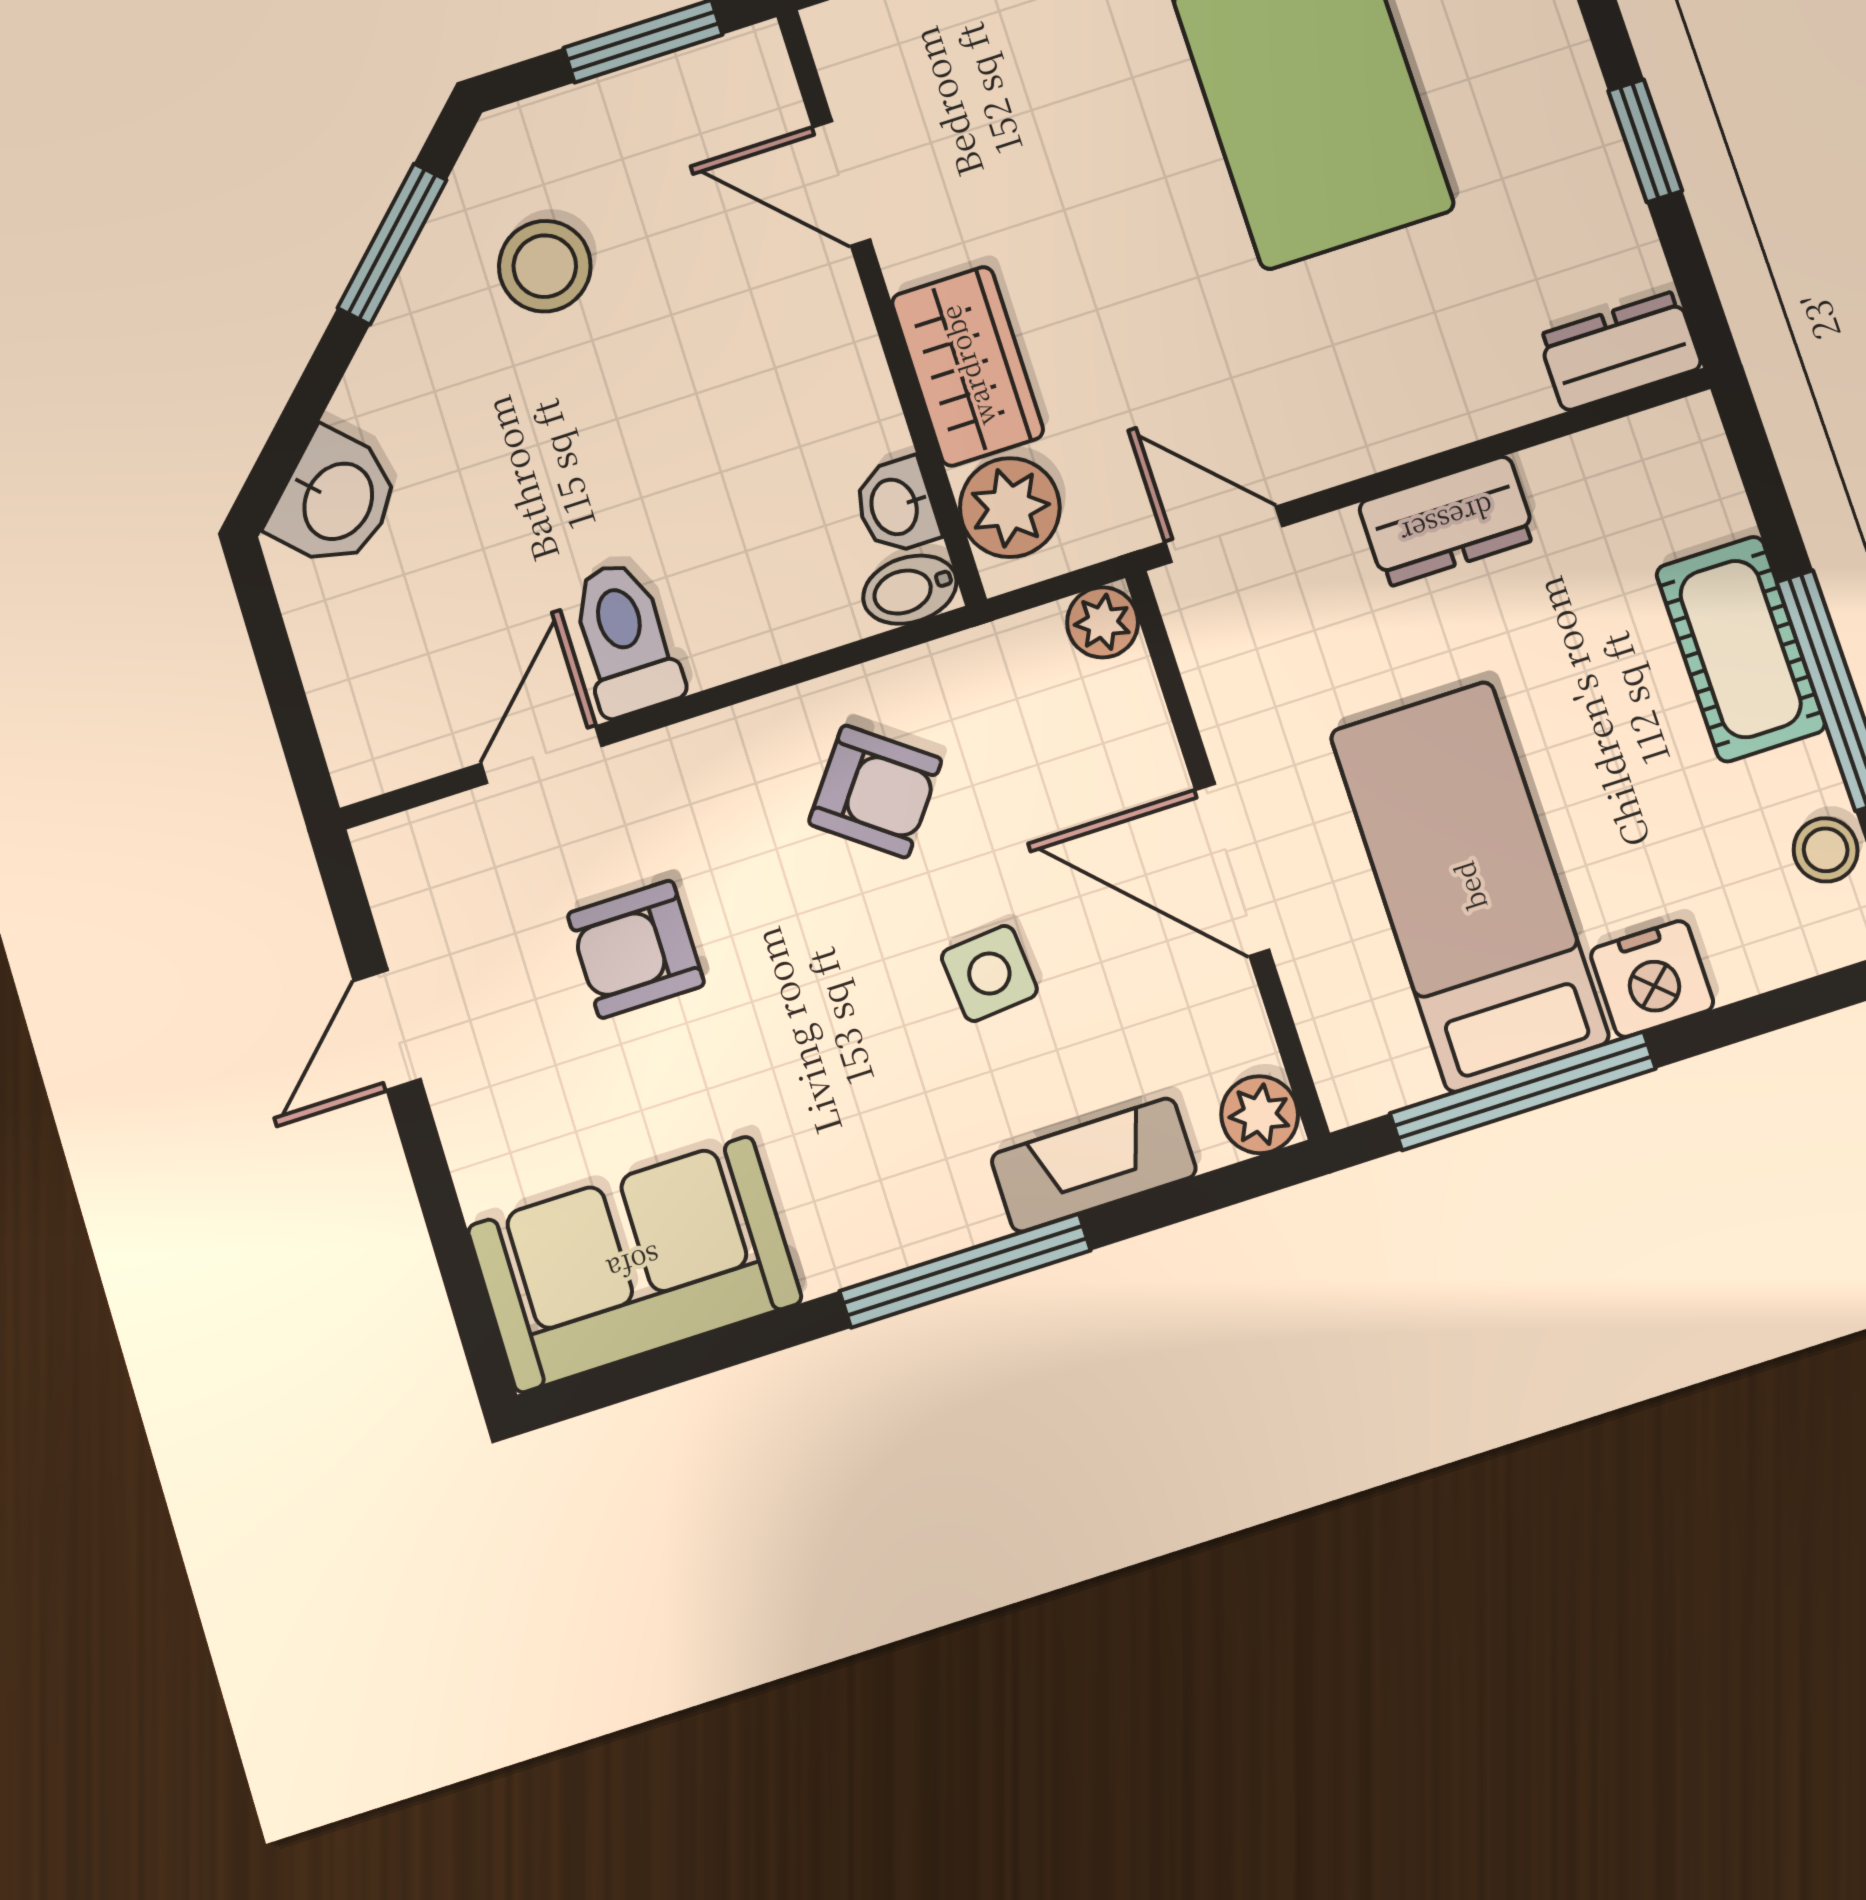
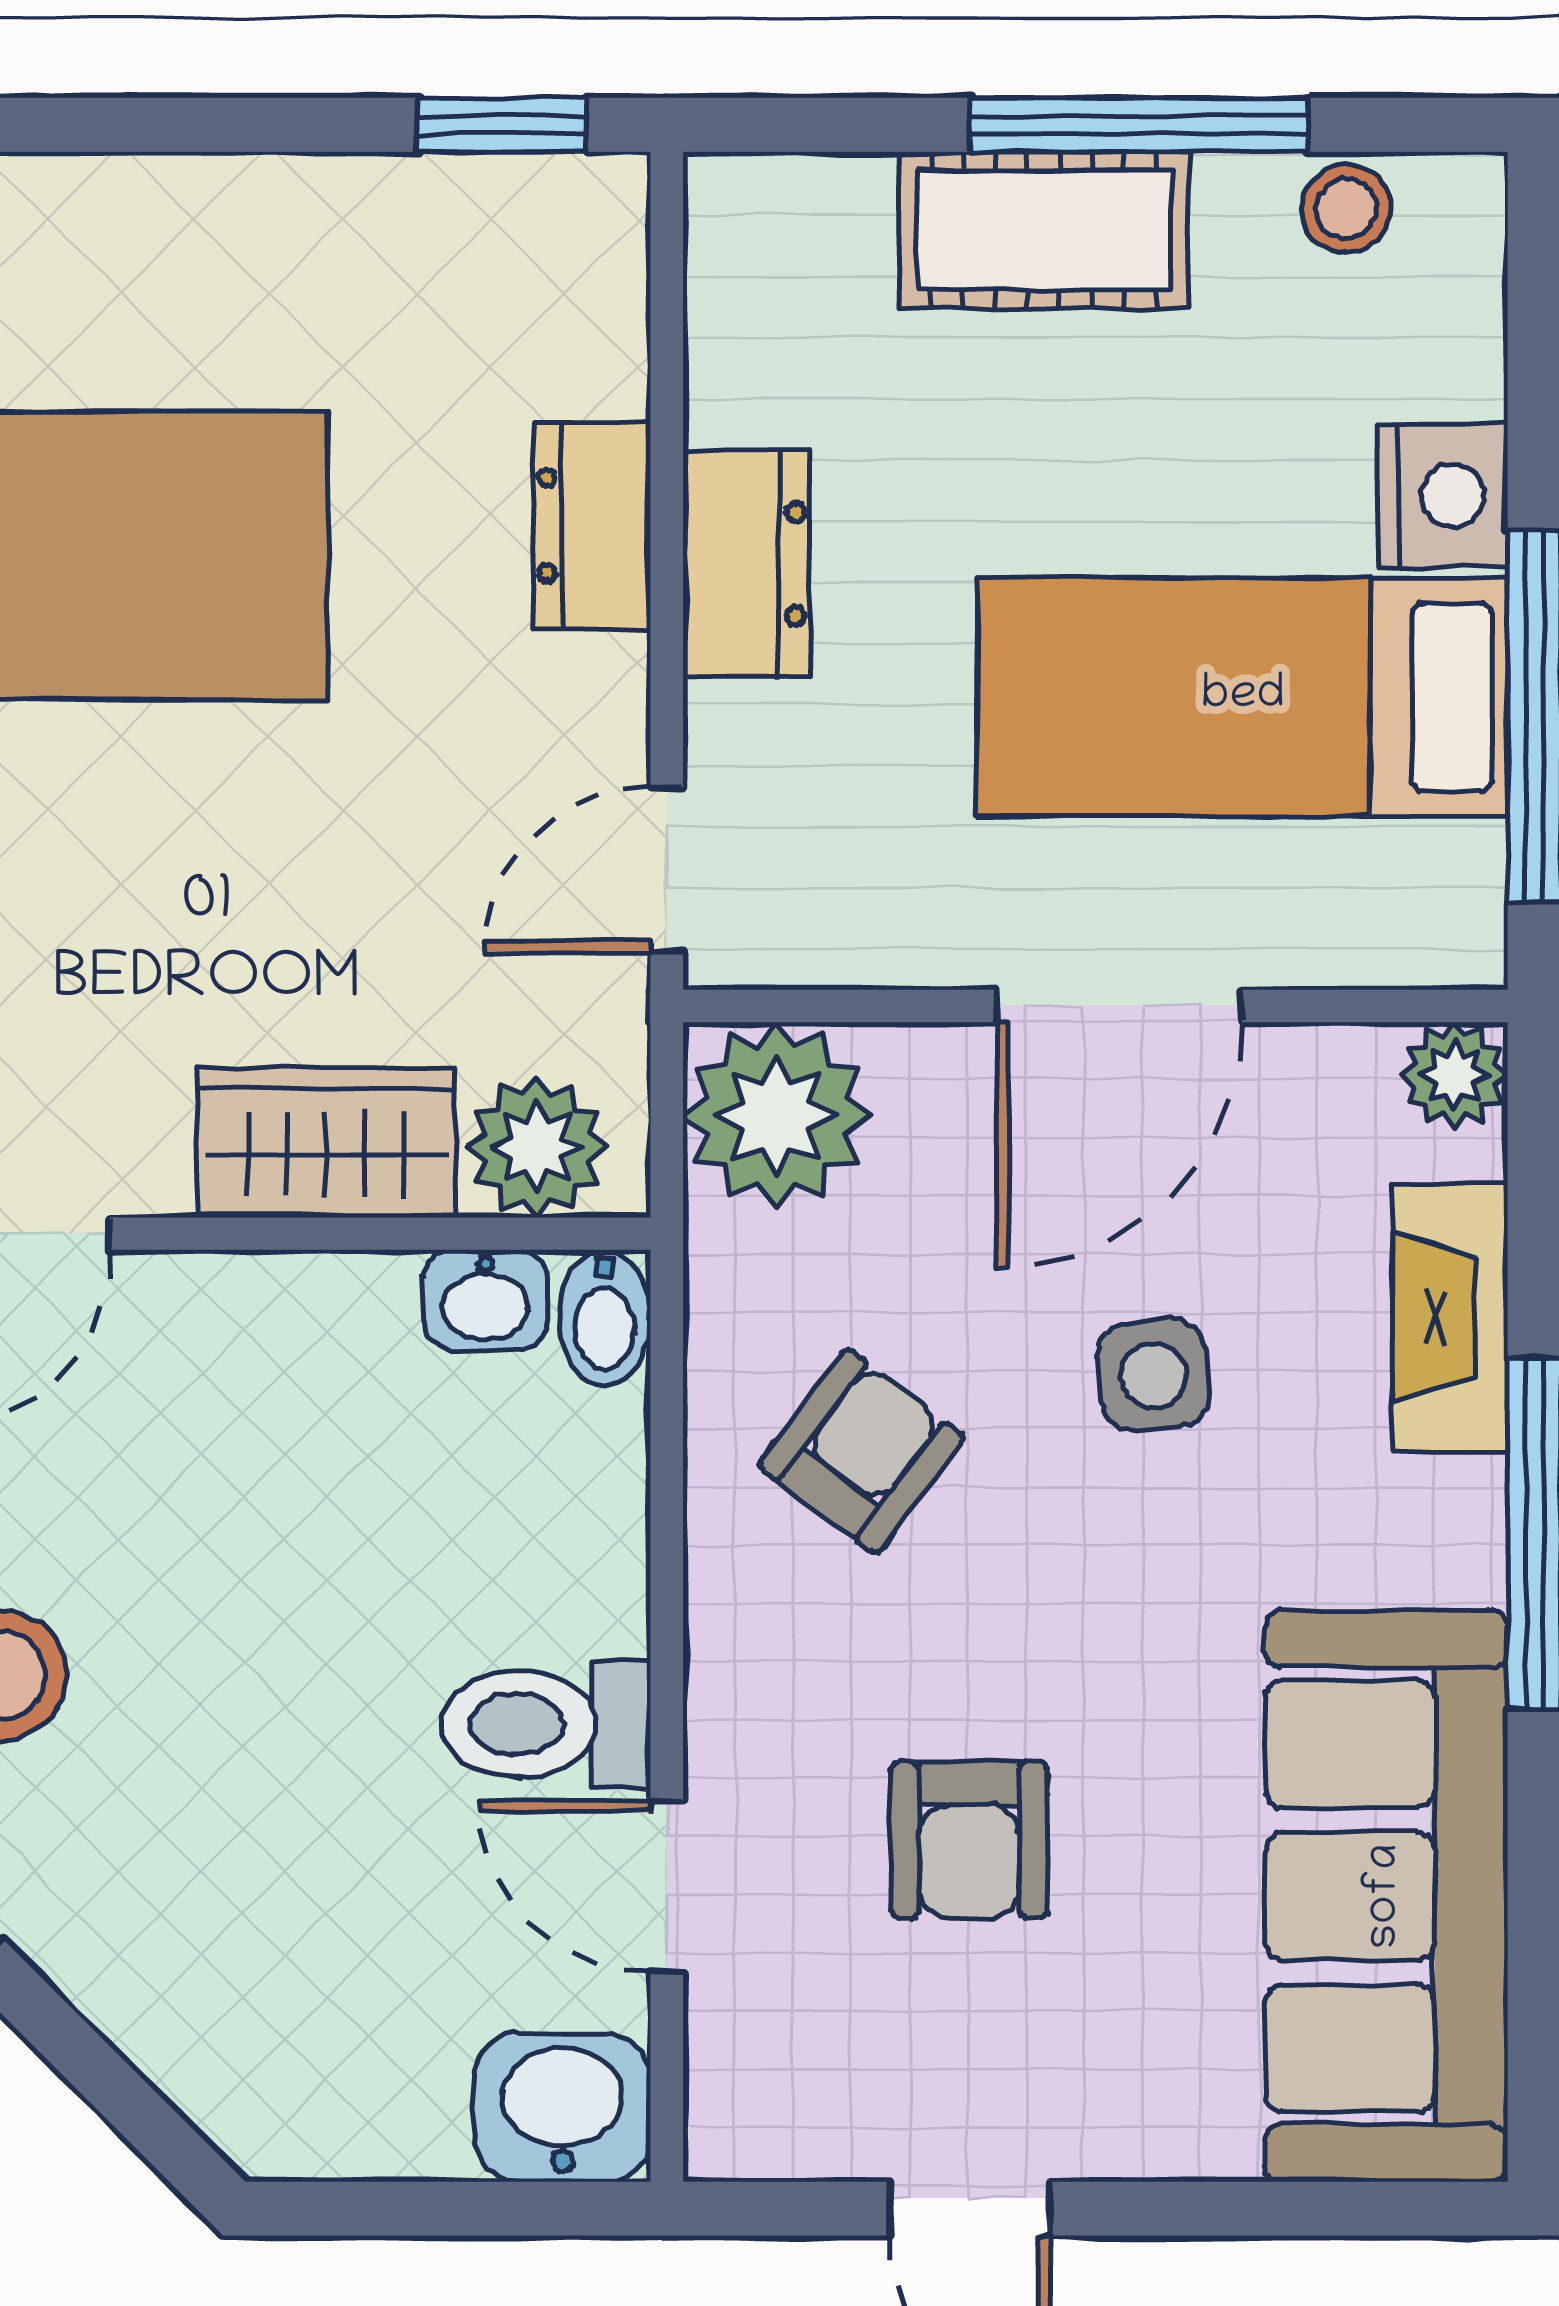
window: (1645, 141) -> (502, 125), moved
dresser: (1620, 351) -> (592, 525), moved
washbasin: (336, 500) -> (563, 2107), moved, turned -45
plant: (1103, 622) -> (776, 1116), width x1.88, depth x1.88
sofa: (634, 1264) -> (1386, 1896), width x1.36

